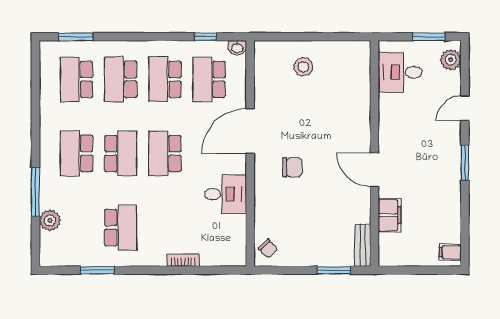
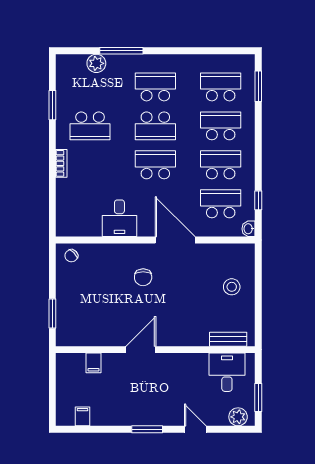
filing cabinet: (390, 215) -> (94, 363), width x0.50
bench: (363, 245) -> (228, 339), moved
filing cabinet: (450, 252) -> (82, 416), moved
bookcase: (183, 260) -> (61, 163), moved

